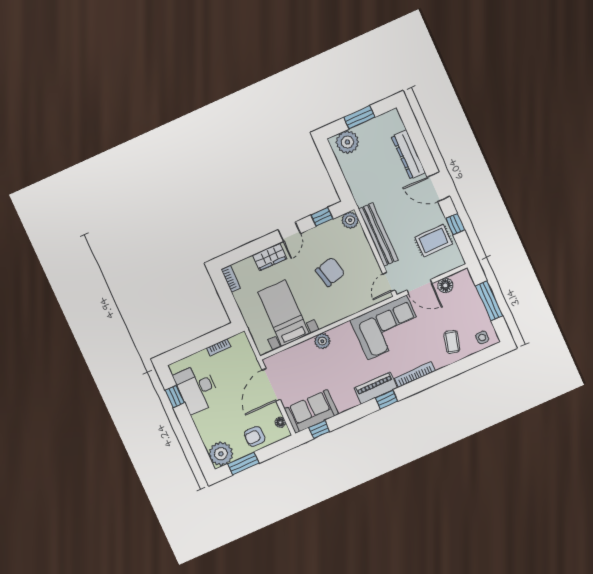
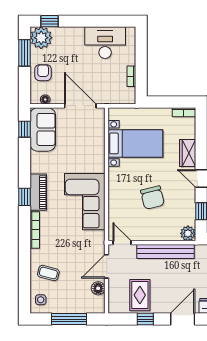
corner sofa: (387, 328) -> (85, 202), moved
plant: (322, 341) -> (98, 165), removed
window: (175, 396) -> (50, 21), moved

